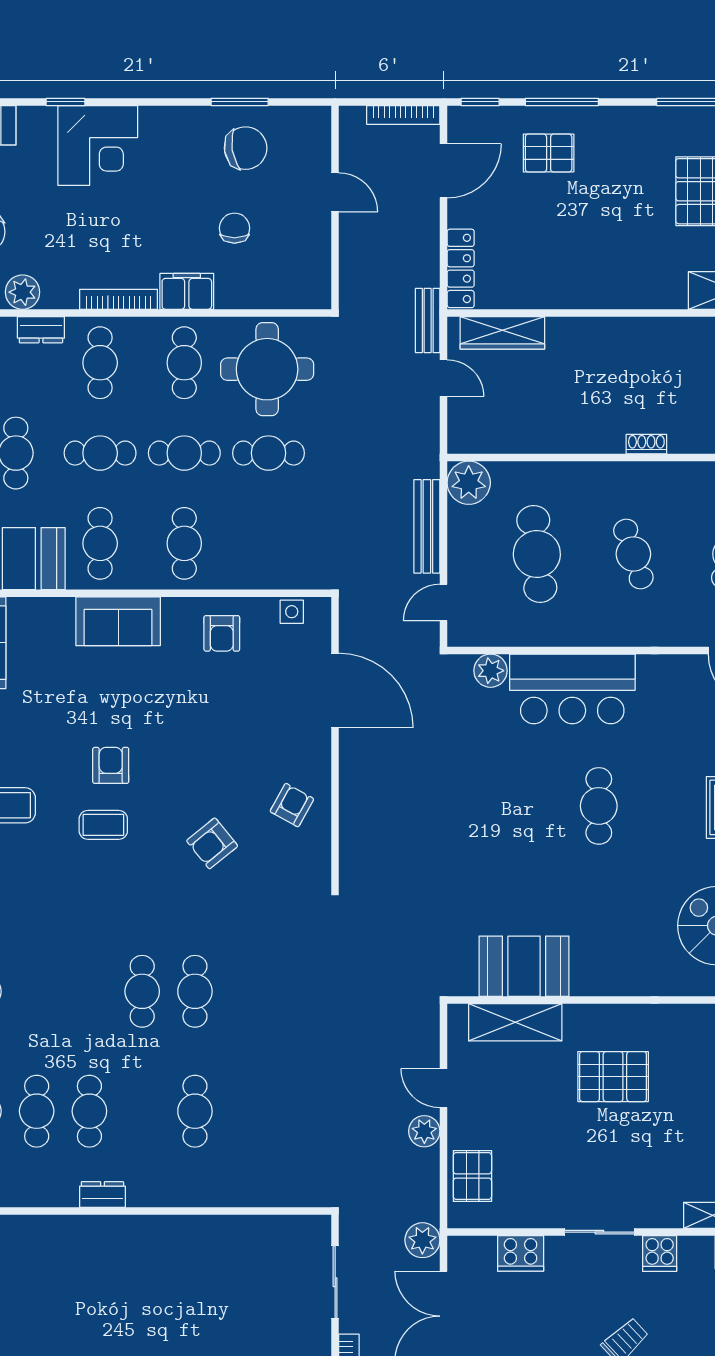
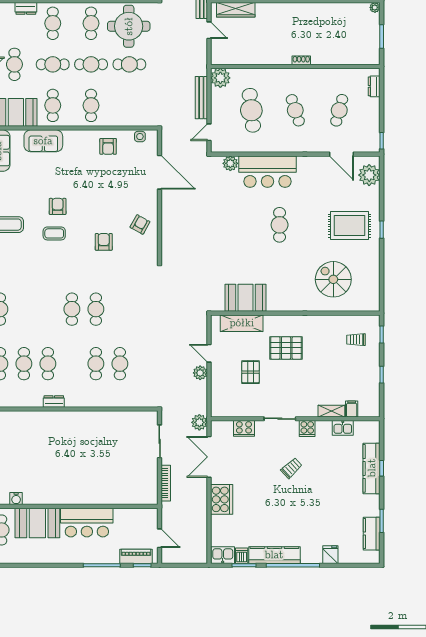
sofa: (118, 621) -> (43, 141), moved
armchair: (212, 843) -> (104, 242), turned 129
cafe table: (248, 1111) -> (120, 364), added
pallet: (472, 1176) -> (250, 372), moved

